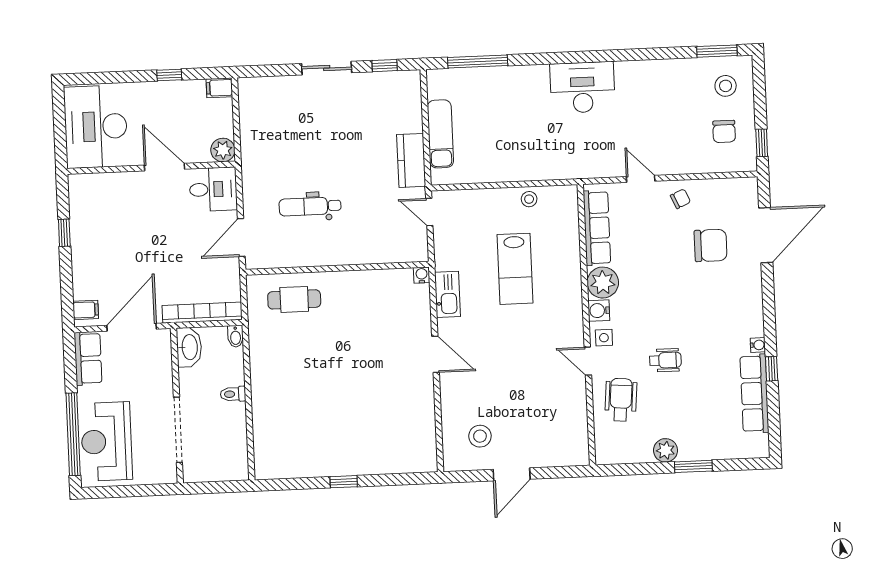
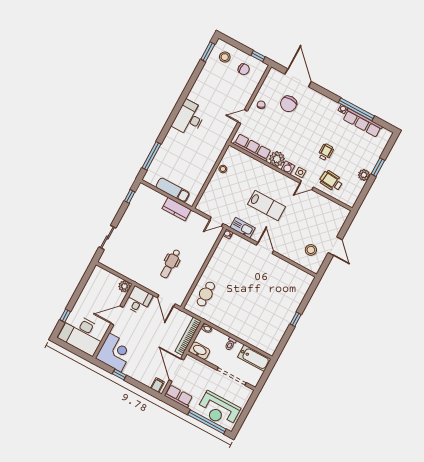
sliding door: (327, 68) -> (107, 237), moved
window: (169, 75) -> (65, 316), moved
filing cabinet: (219, 88) -> (97, 272), removed
corner desk: (98, 202) -> (115, 352), added
door: (429, 212) -> (216, 222), moved
chair: (711, 245) -> (289, 104), turned 180
lab bench: (515, 269) -> (267, 205), moved
door: (435, 354) -> (265, 248), hinge flipped
window: (772, 369) -> (356, 109), width x3.17
bathtub: (233, 450) -> (254, 358), added

